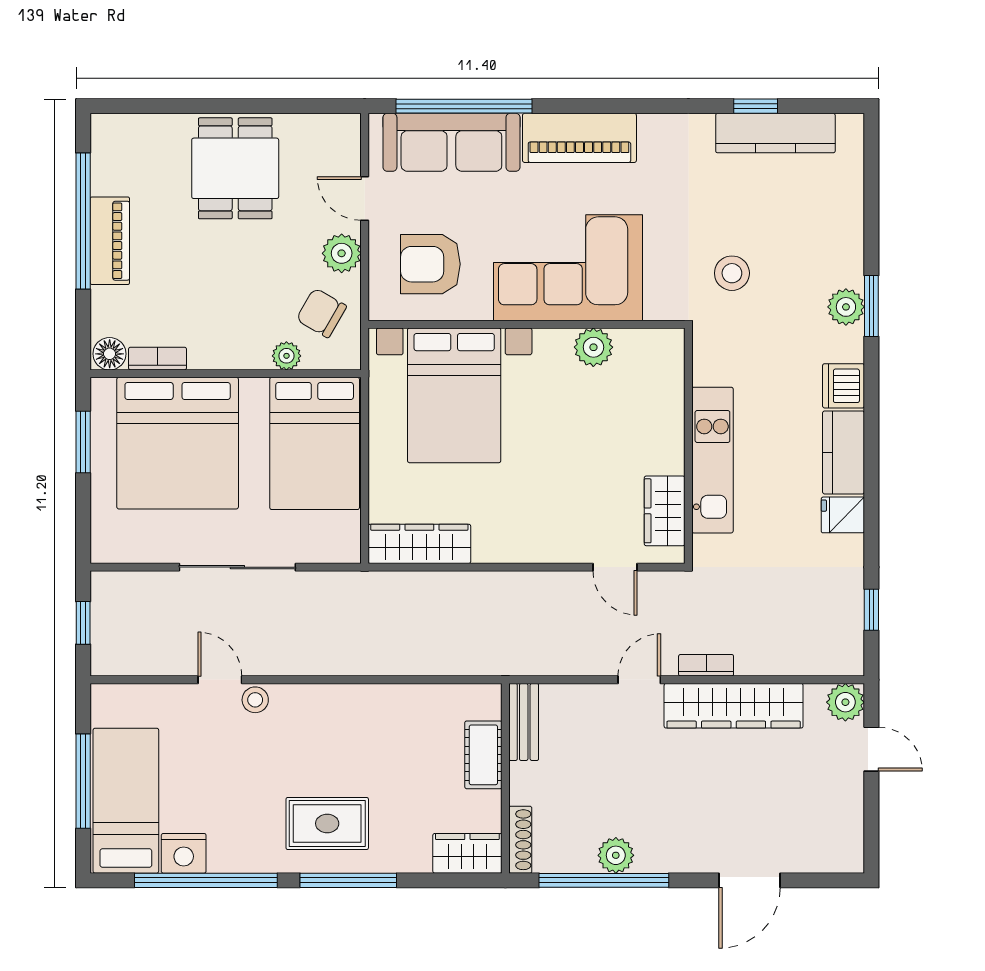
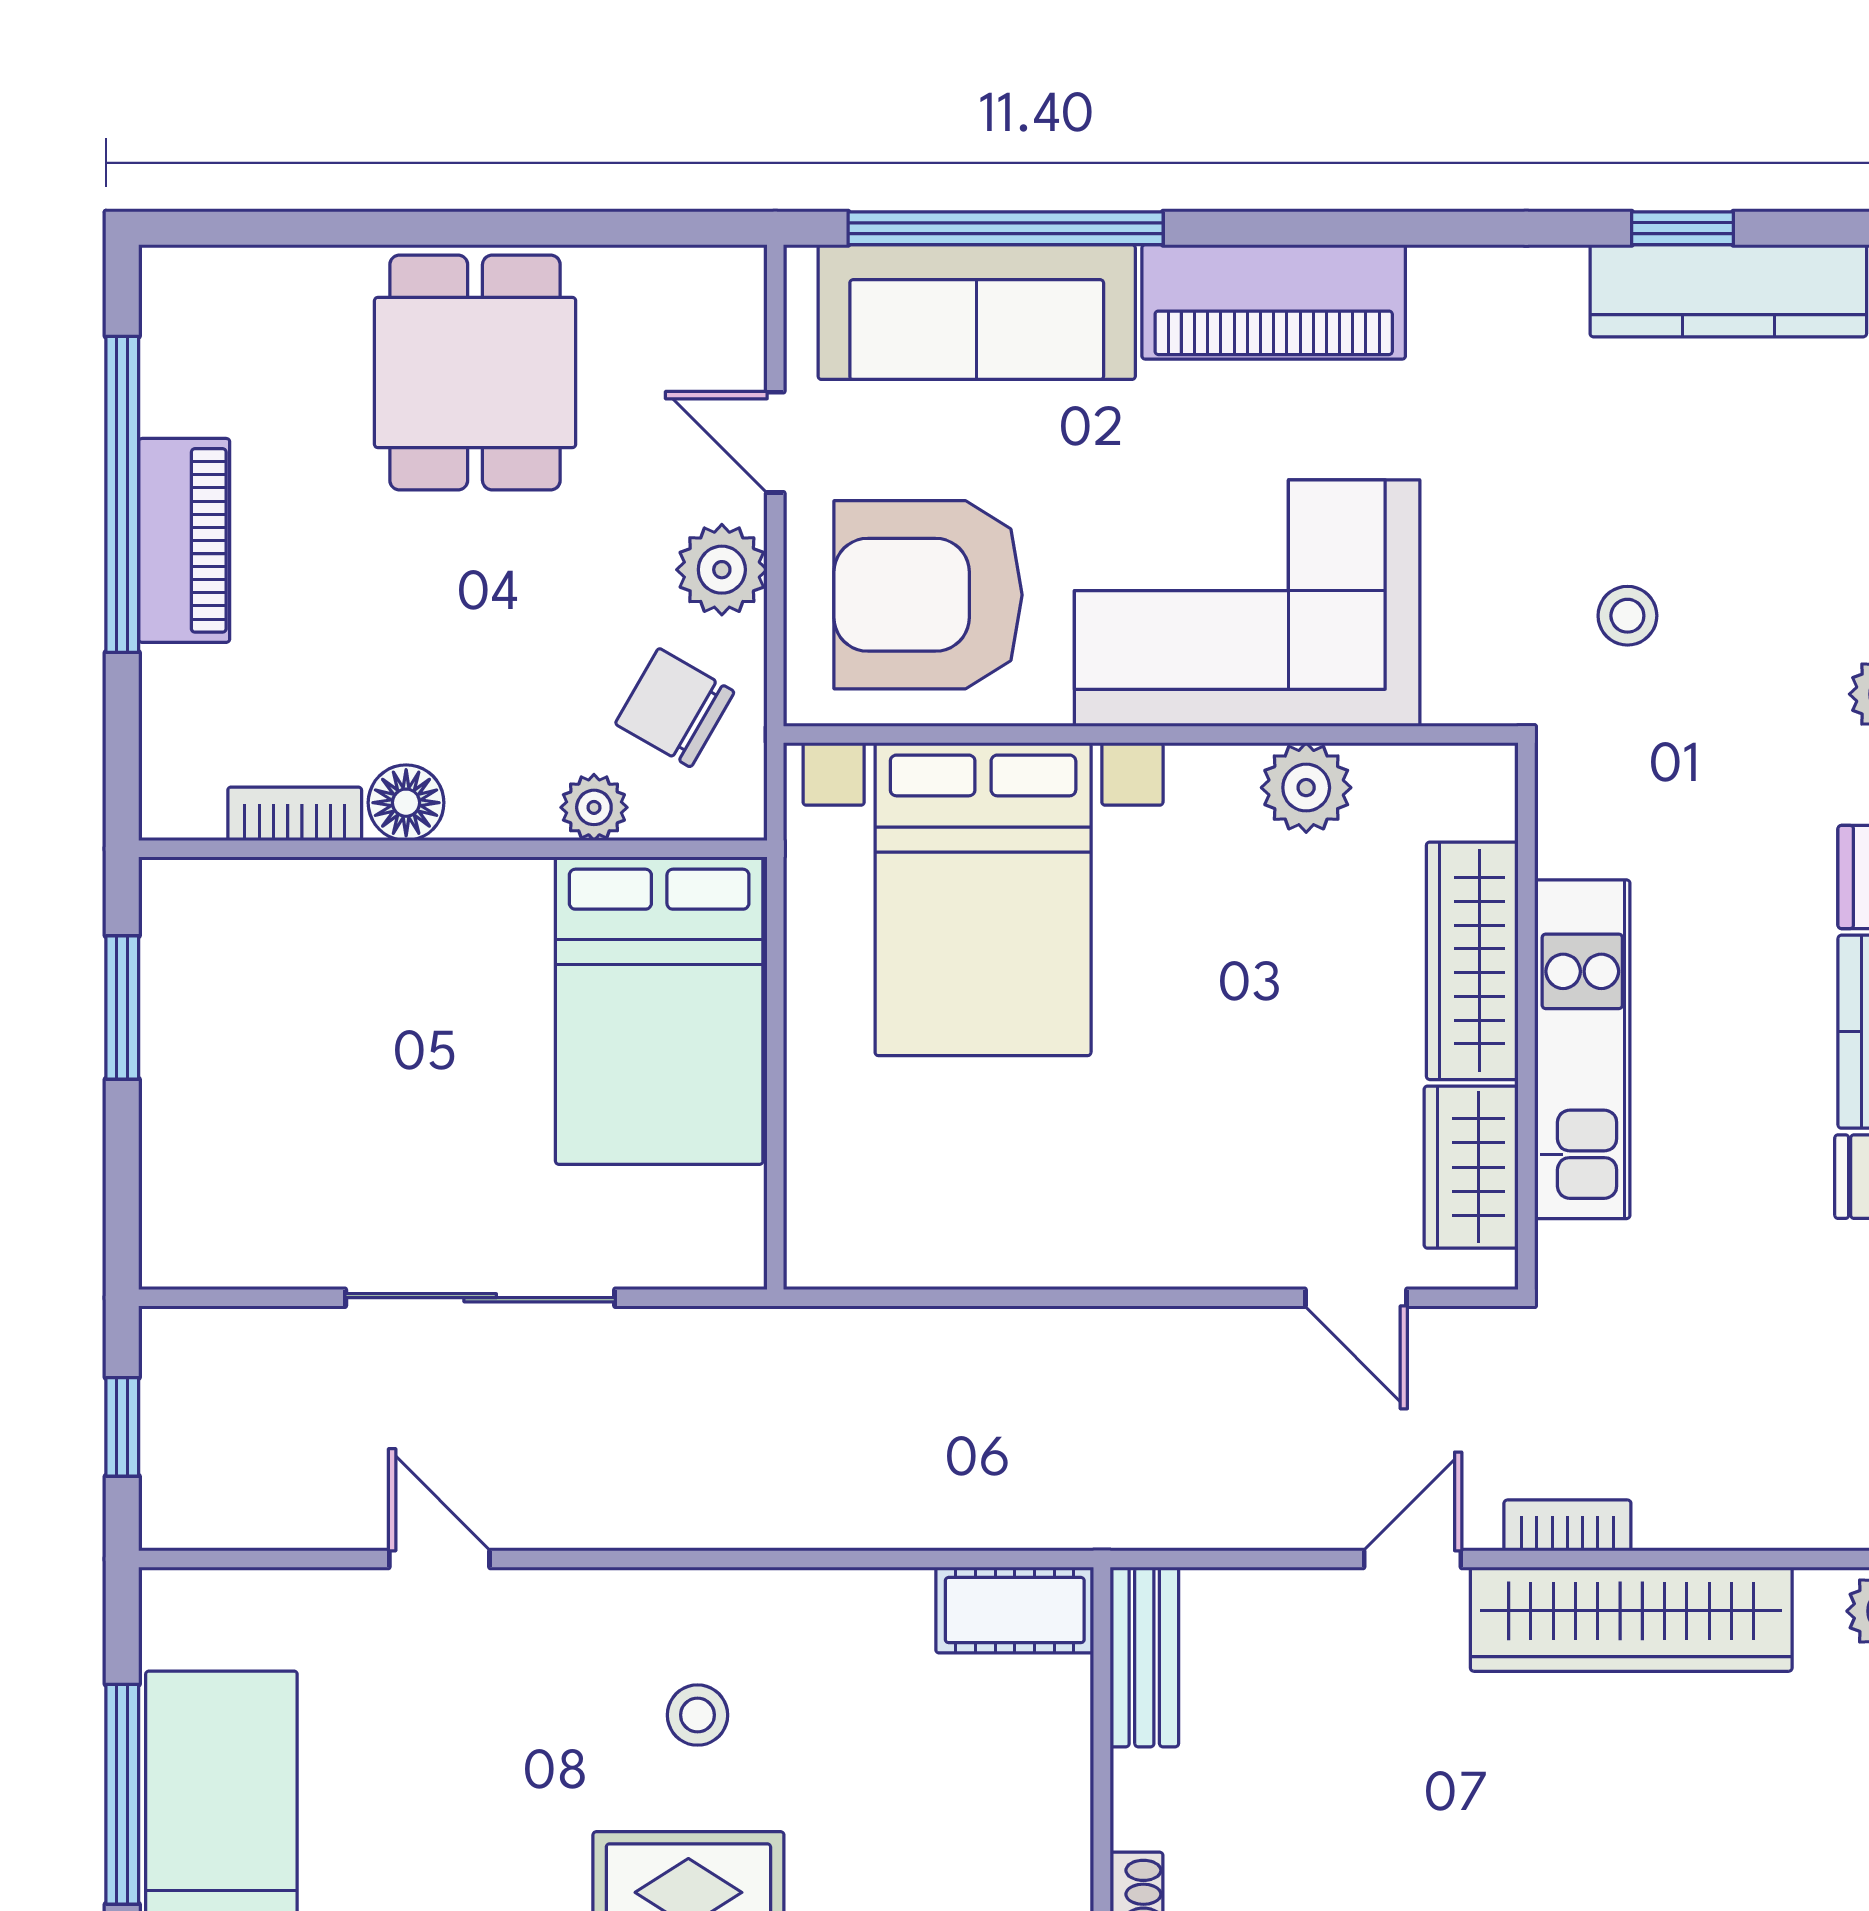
armchair: (430, 264) -> (928, 595), width x1.36, depth x1.36
stool: (732, 273) -> (1627, 616), width x0.73, depth x0.73
floor lamp: (110, 354) -> (406, 803), moved
bed: (178, 443) -> (341, 1010), removed
wardrobe: (419, 544) -> (1472, 961), moved, turned -90
stool: (255, 700) -> (697, 1715), moved
cot: (483, 755) -> (1015, 1610), moved, turned 90

